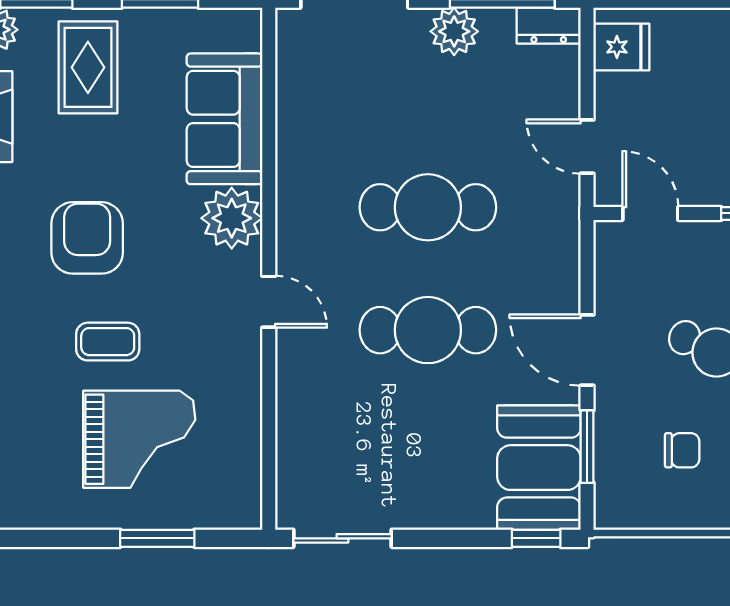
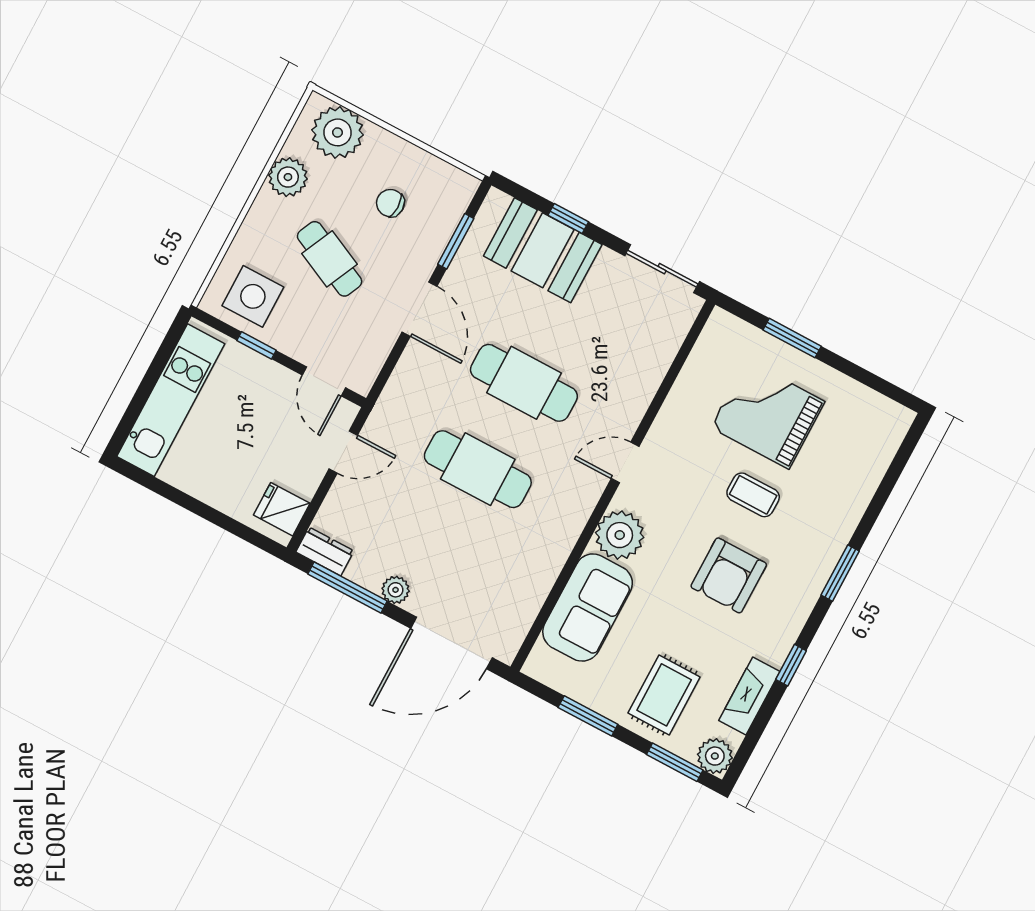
plant: (454, 31) -> (396, 590), width x0.73, depth x0.73
door: (587, 147) -> (343, 452), hinge flipped
door: (269, 302) -> (625, 463), hinge flipped
booth: (539, 468) -> (543, 250), moved, turned 90
window: (536, 538) -> (568, 219), moved

